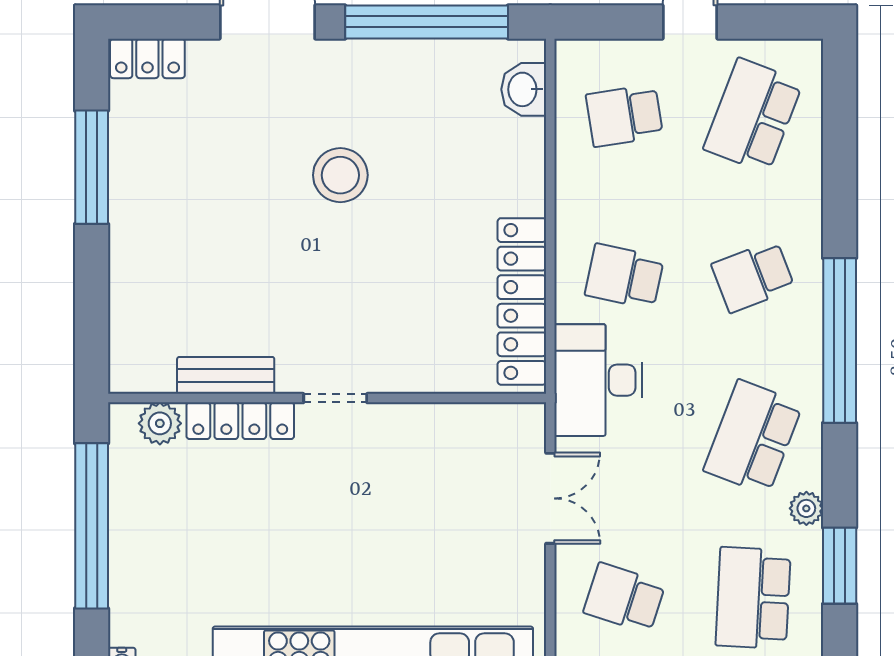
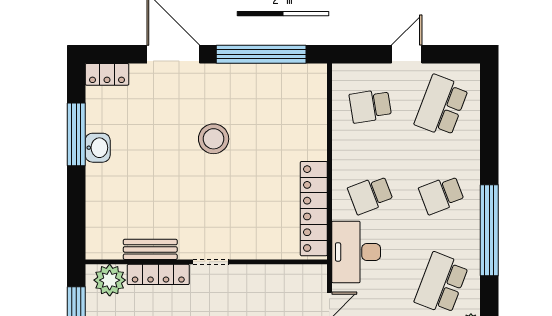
washbasin: (524, 89) -> (98, 148), moved, turned 180
school desk: (624, 276) -> (370, 195), turned -33
plant: (160, 423) -> (110, 280), width x1.36, depth x1.36

